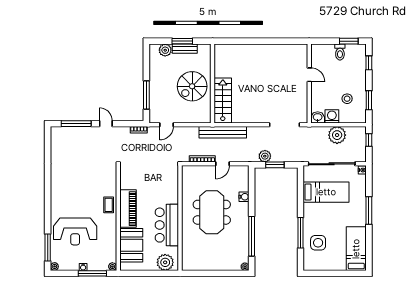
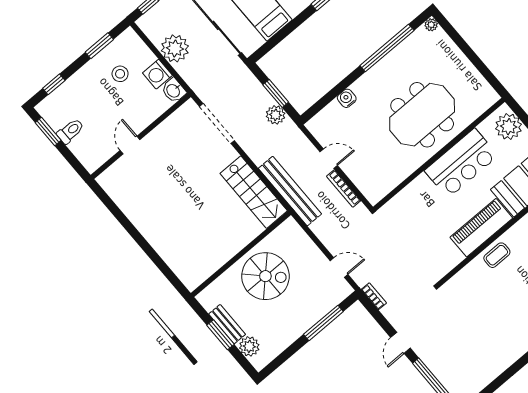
stairs: (223, 100) -> (254, 192), moved, turned -90
meeting table: (212, 212) -> (422, 115), moved

